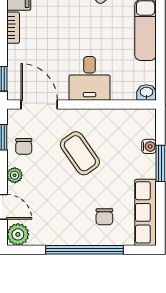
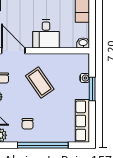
chair: (104, 217) -> (28, 124), moved

